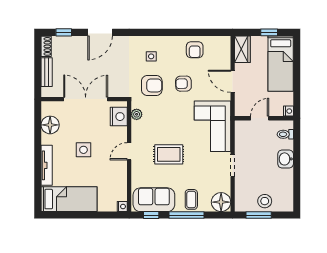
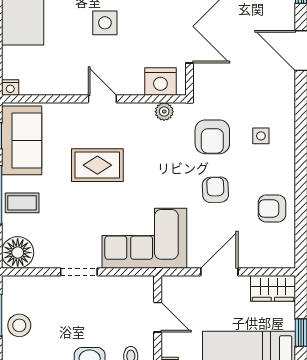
rug: (169, 154) -> (97, 165), turned 90

